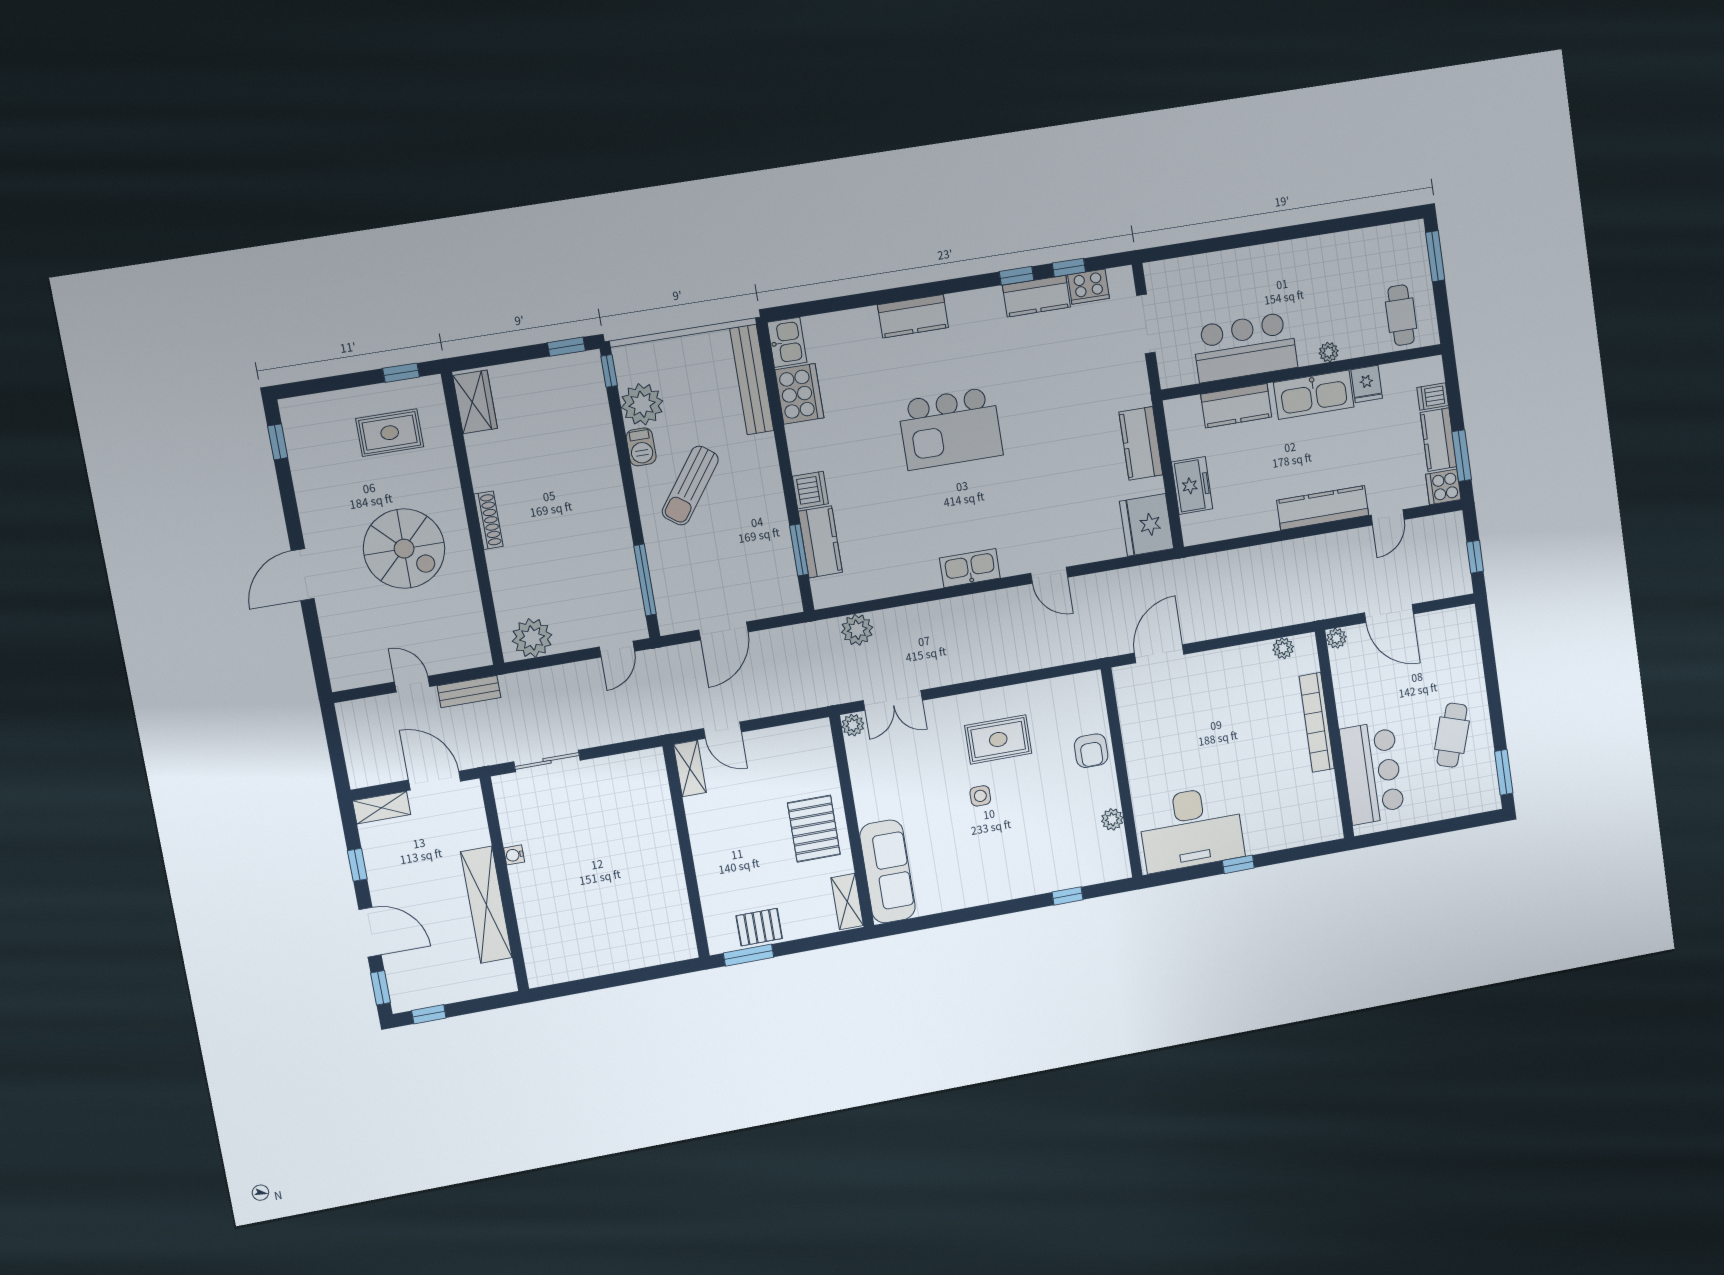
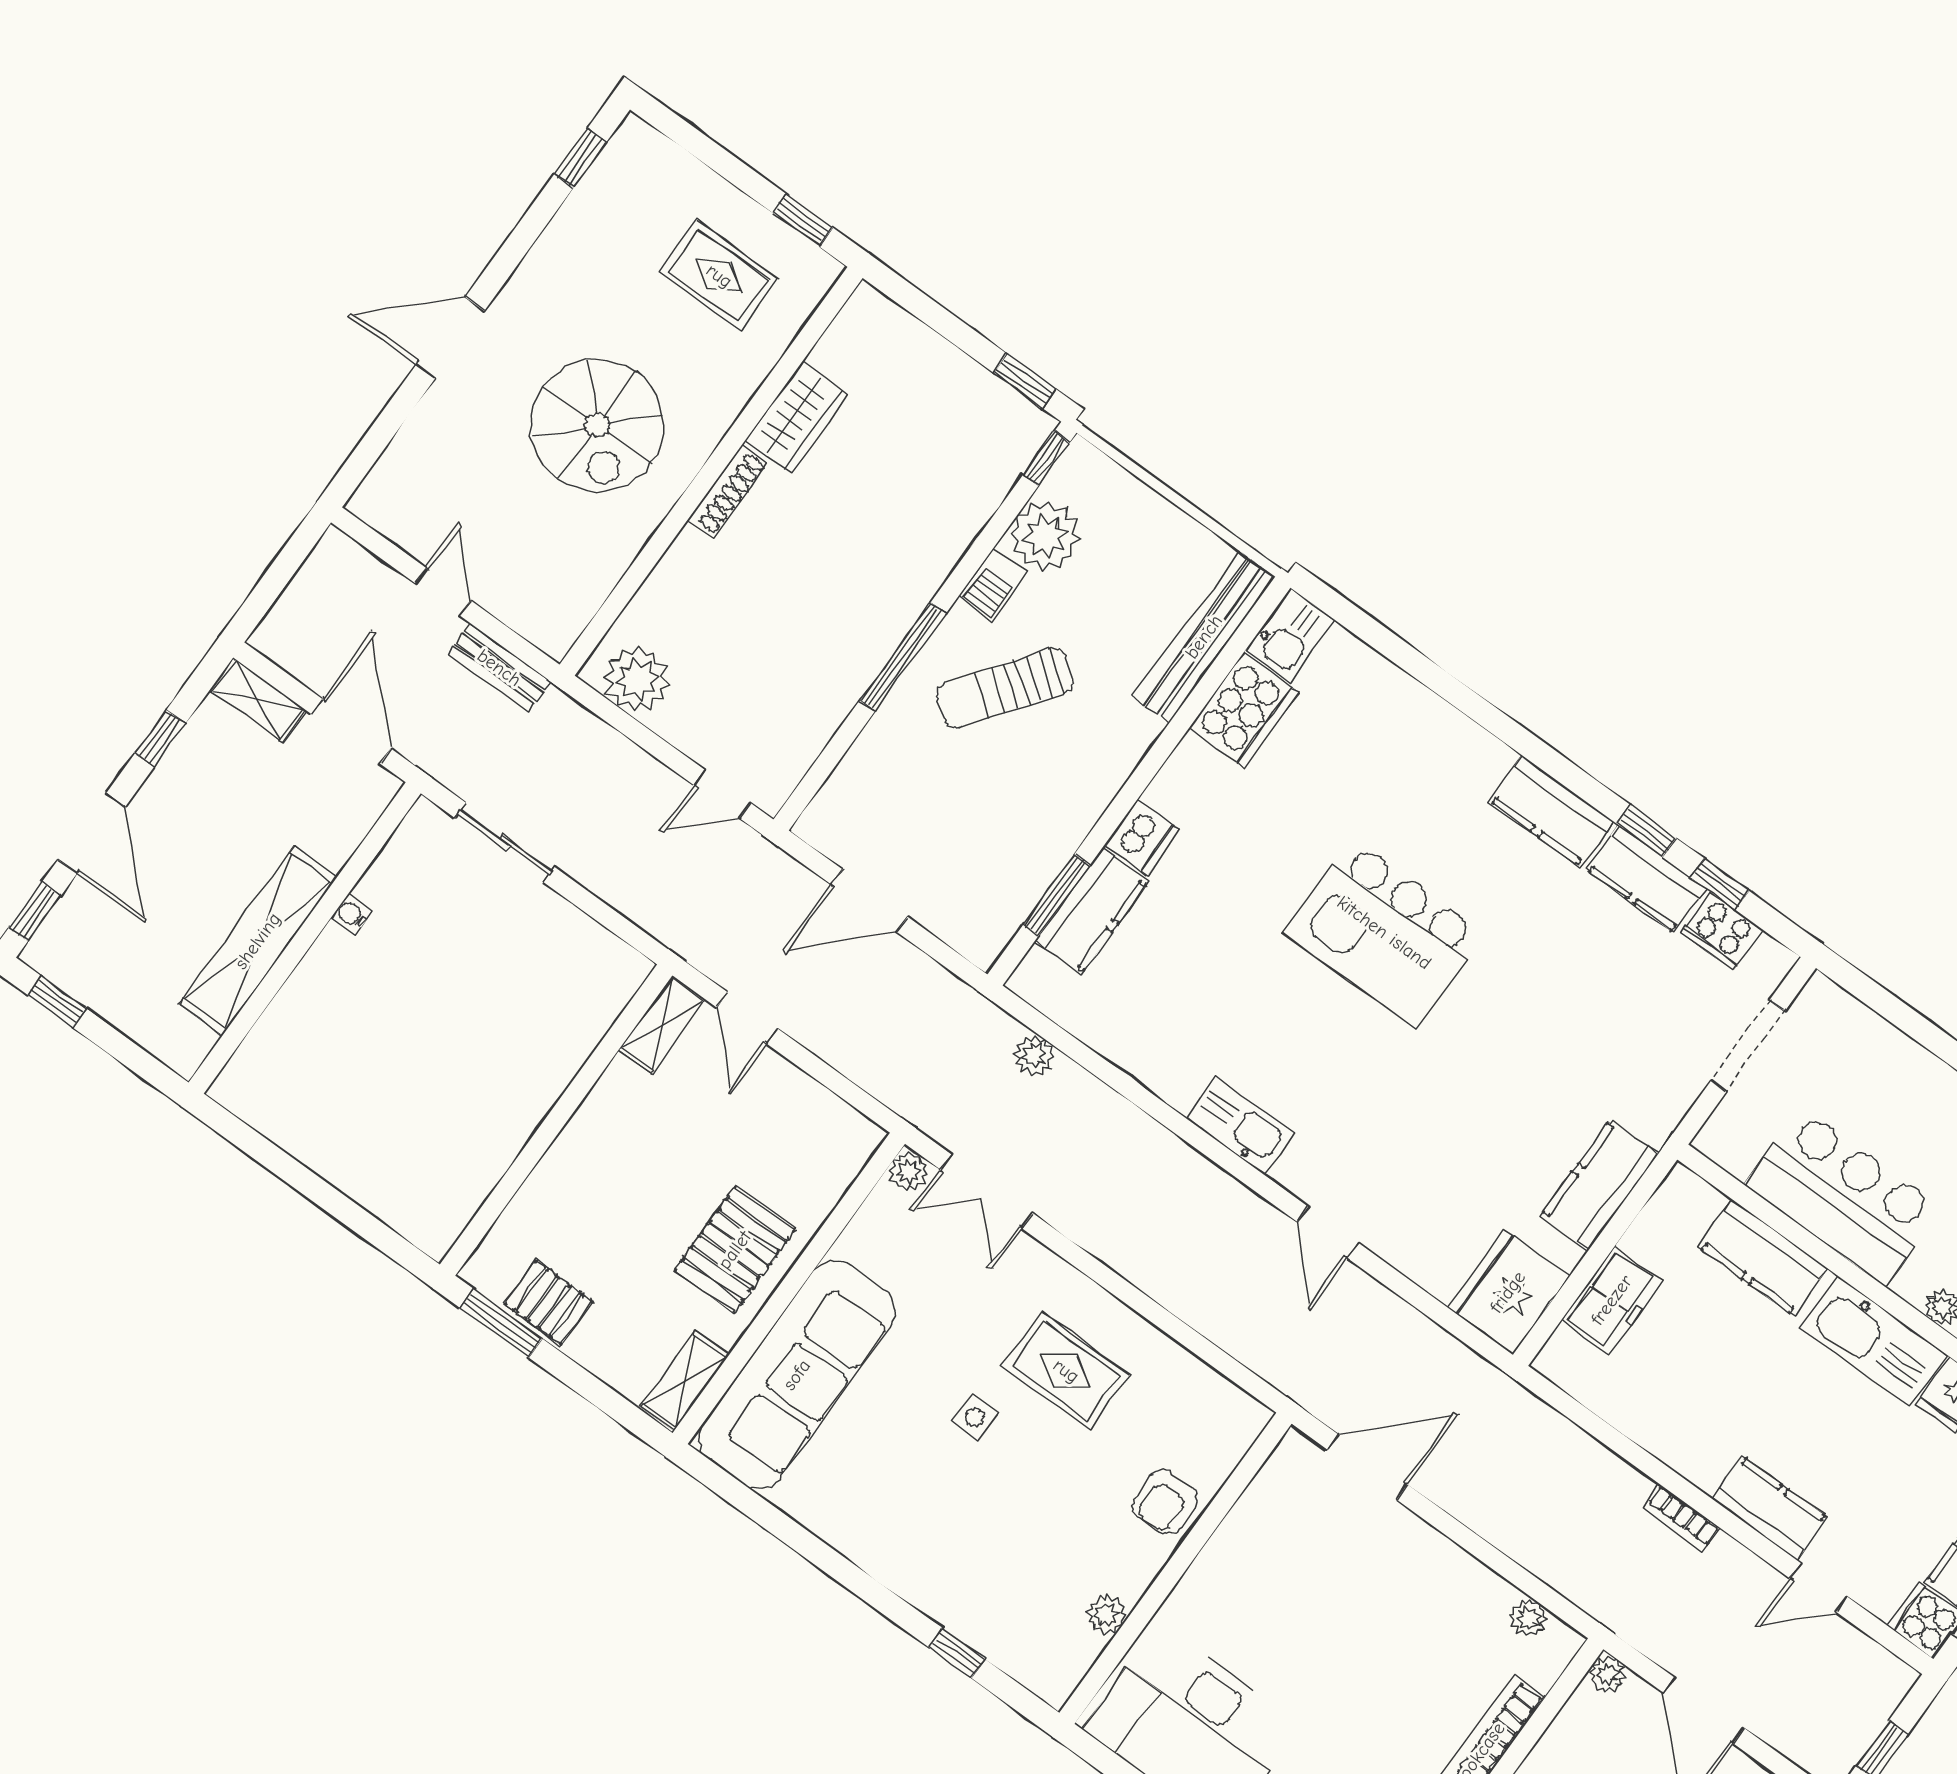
kitchen counter: (913, 316) -> (1551, 811), moved
wardrobe: (475, 402) -> (797, 417), moved
kitchen counter: (1323, 508) -> (1770, 1508), width x0.67
bookcase: (1306, 546) -> (1682, 1519), added
window: (645, 580) -> (903, 657), moved
plant: (857, 630) -> (1034, 1056), width x0.73, depth x0.73
sofa: (887, 872) -> (797, 1375), width x1.36, depth x1.27

